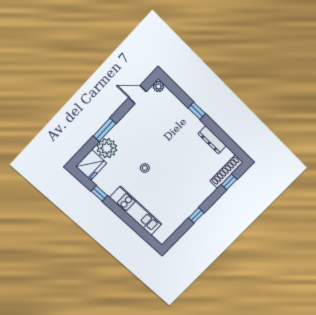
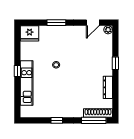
door: (137, 95) -> (93, 23), swing flipped
plant: (107, 148) -> (47, 33), removed
window: (229, 182) -> (94, 120), width x2.17
window: (99, 193) -> (17, 71), moved

